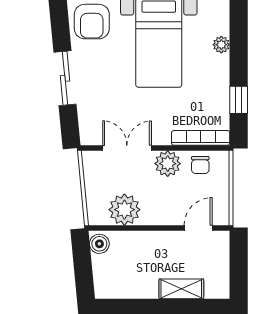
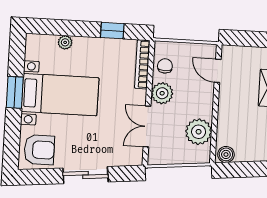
chair: (200, 165) -> (165, 66), turned -90

